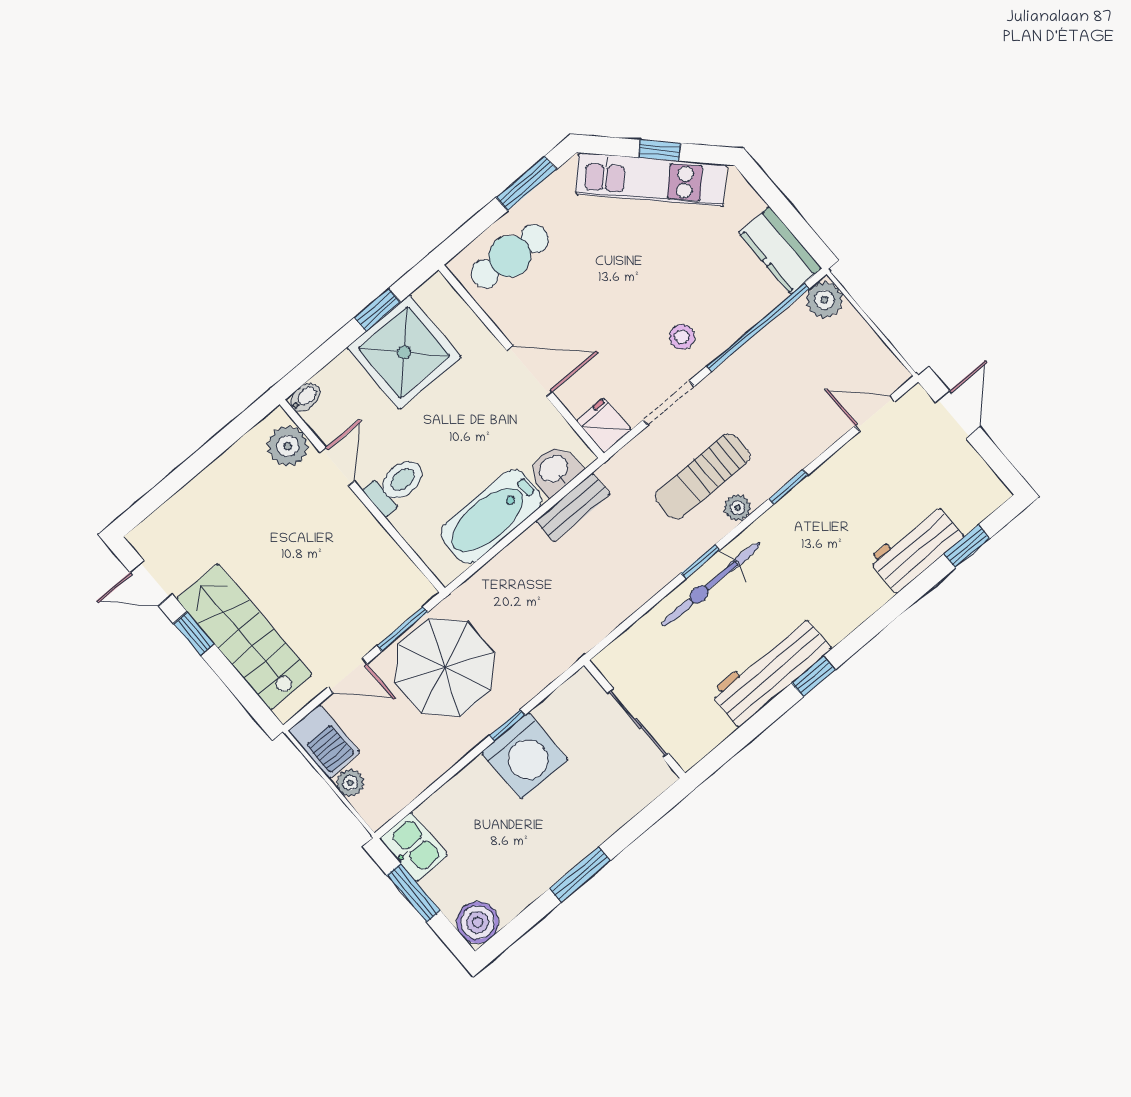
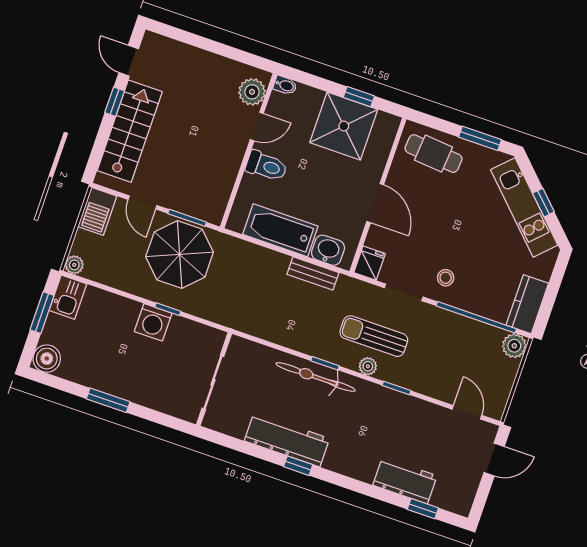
washing machine: (525, 756) -> (153, 322), width x0.73, depth x0.73
plant: (350, 783) -> (74, 265), moved

